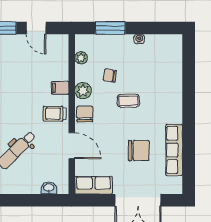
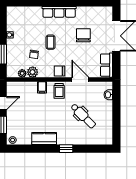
plant: (83, 91) -> (33, 72), moved
door: (72, 146) -> (80, 80), hinge flipped
row of seats: (174, 150) -> (59, 12), moved

